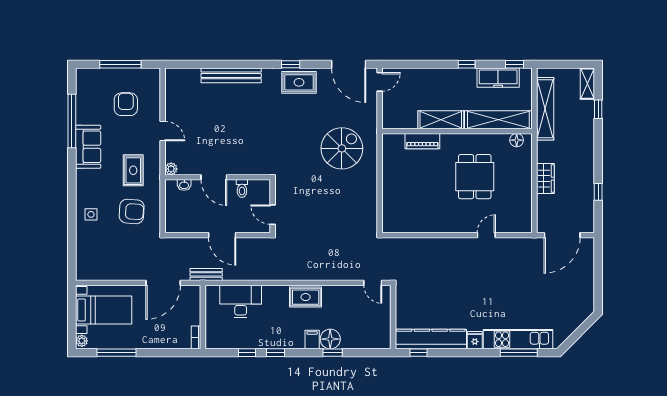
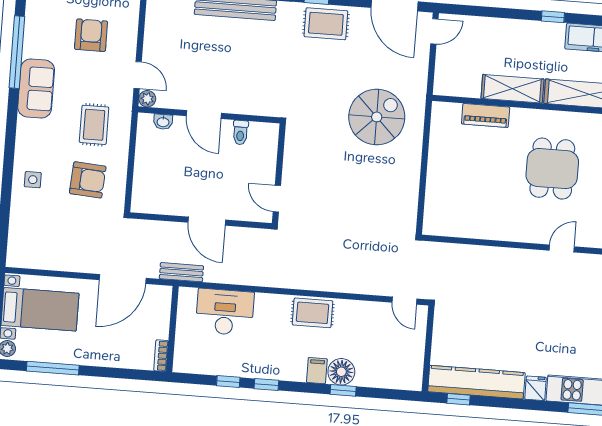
plant: (171, 169) -> (147, 99), moved
door: (214, 177) -> (204, 114), moved
wall: (218, 177) -> (209, 115), moved
washbasin: (184, 185) -> (163, 122), moved
toilet: (242, 188) -> (240, 132), moved

